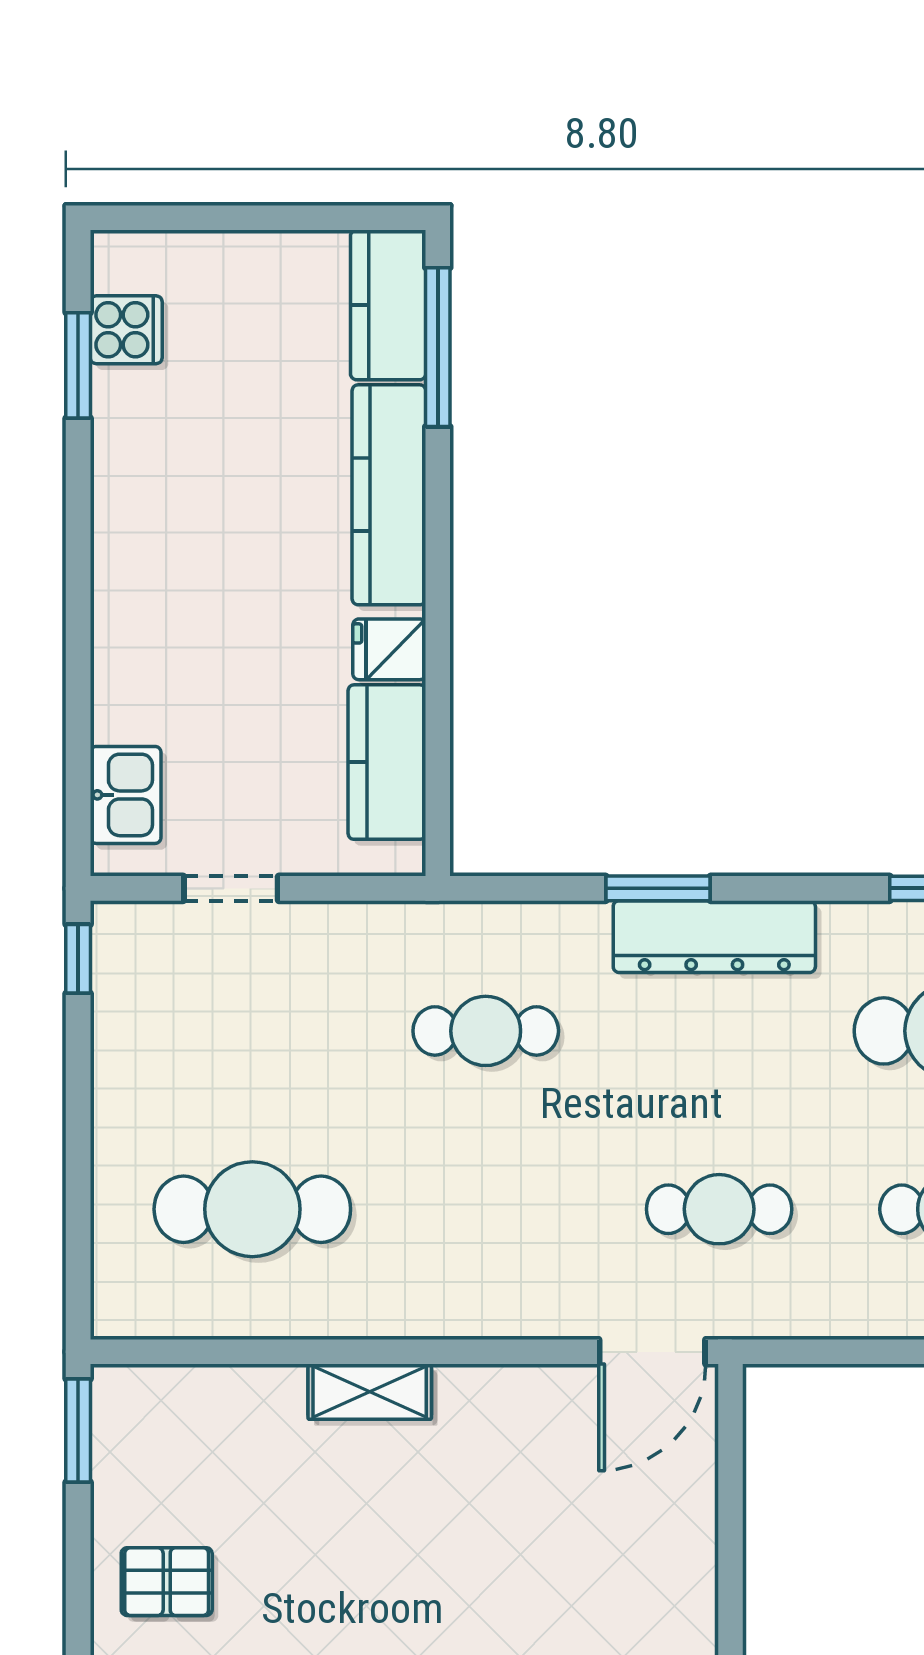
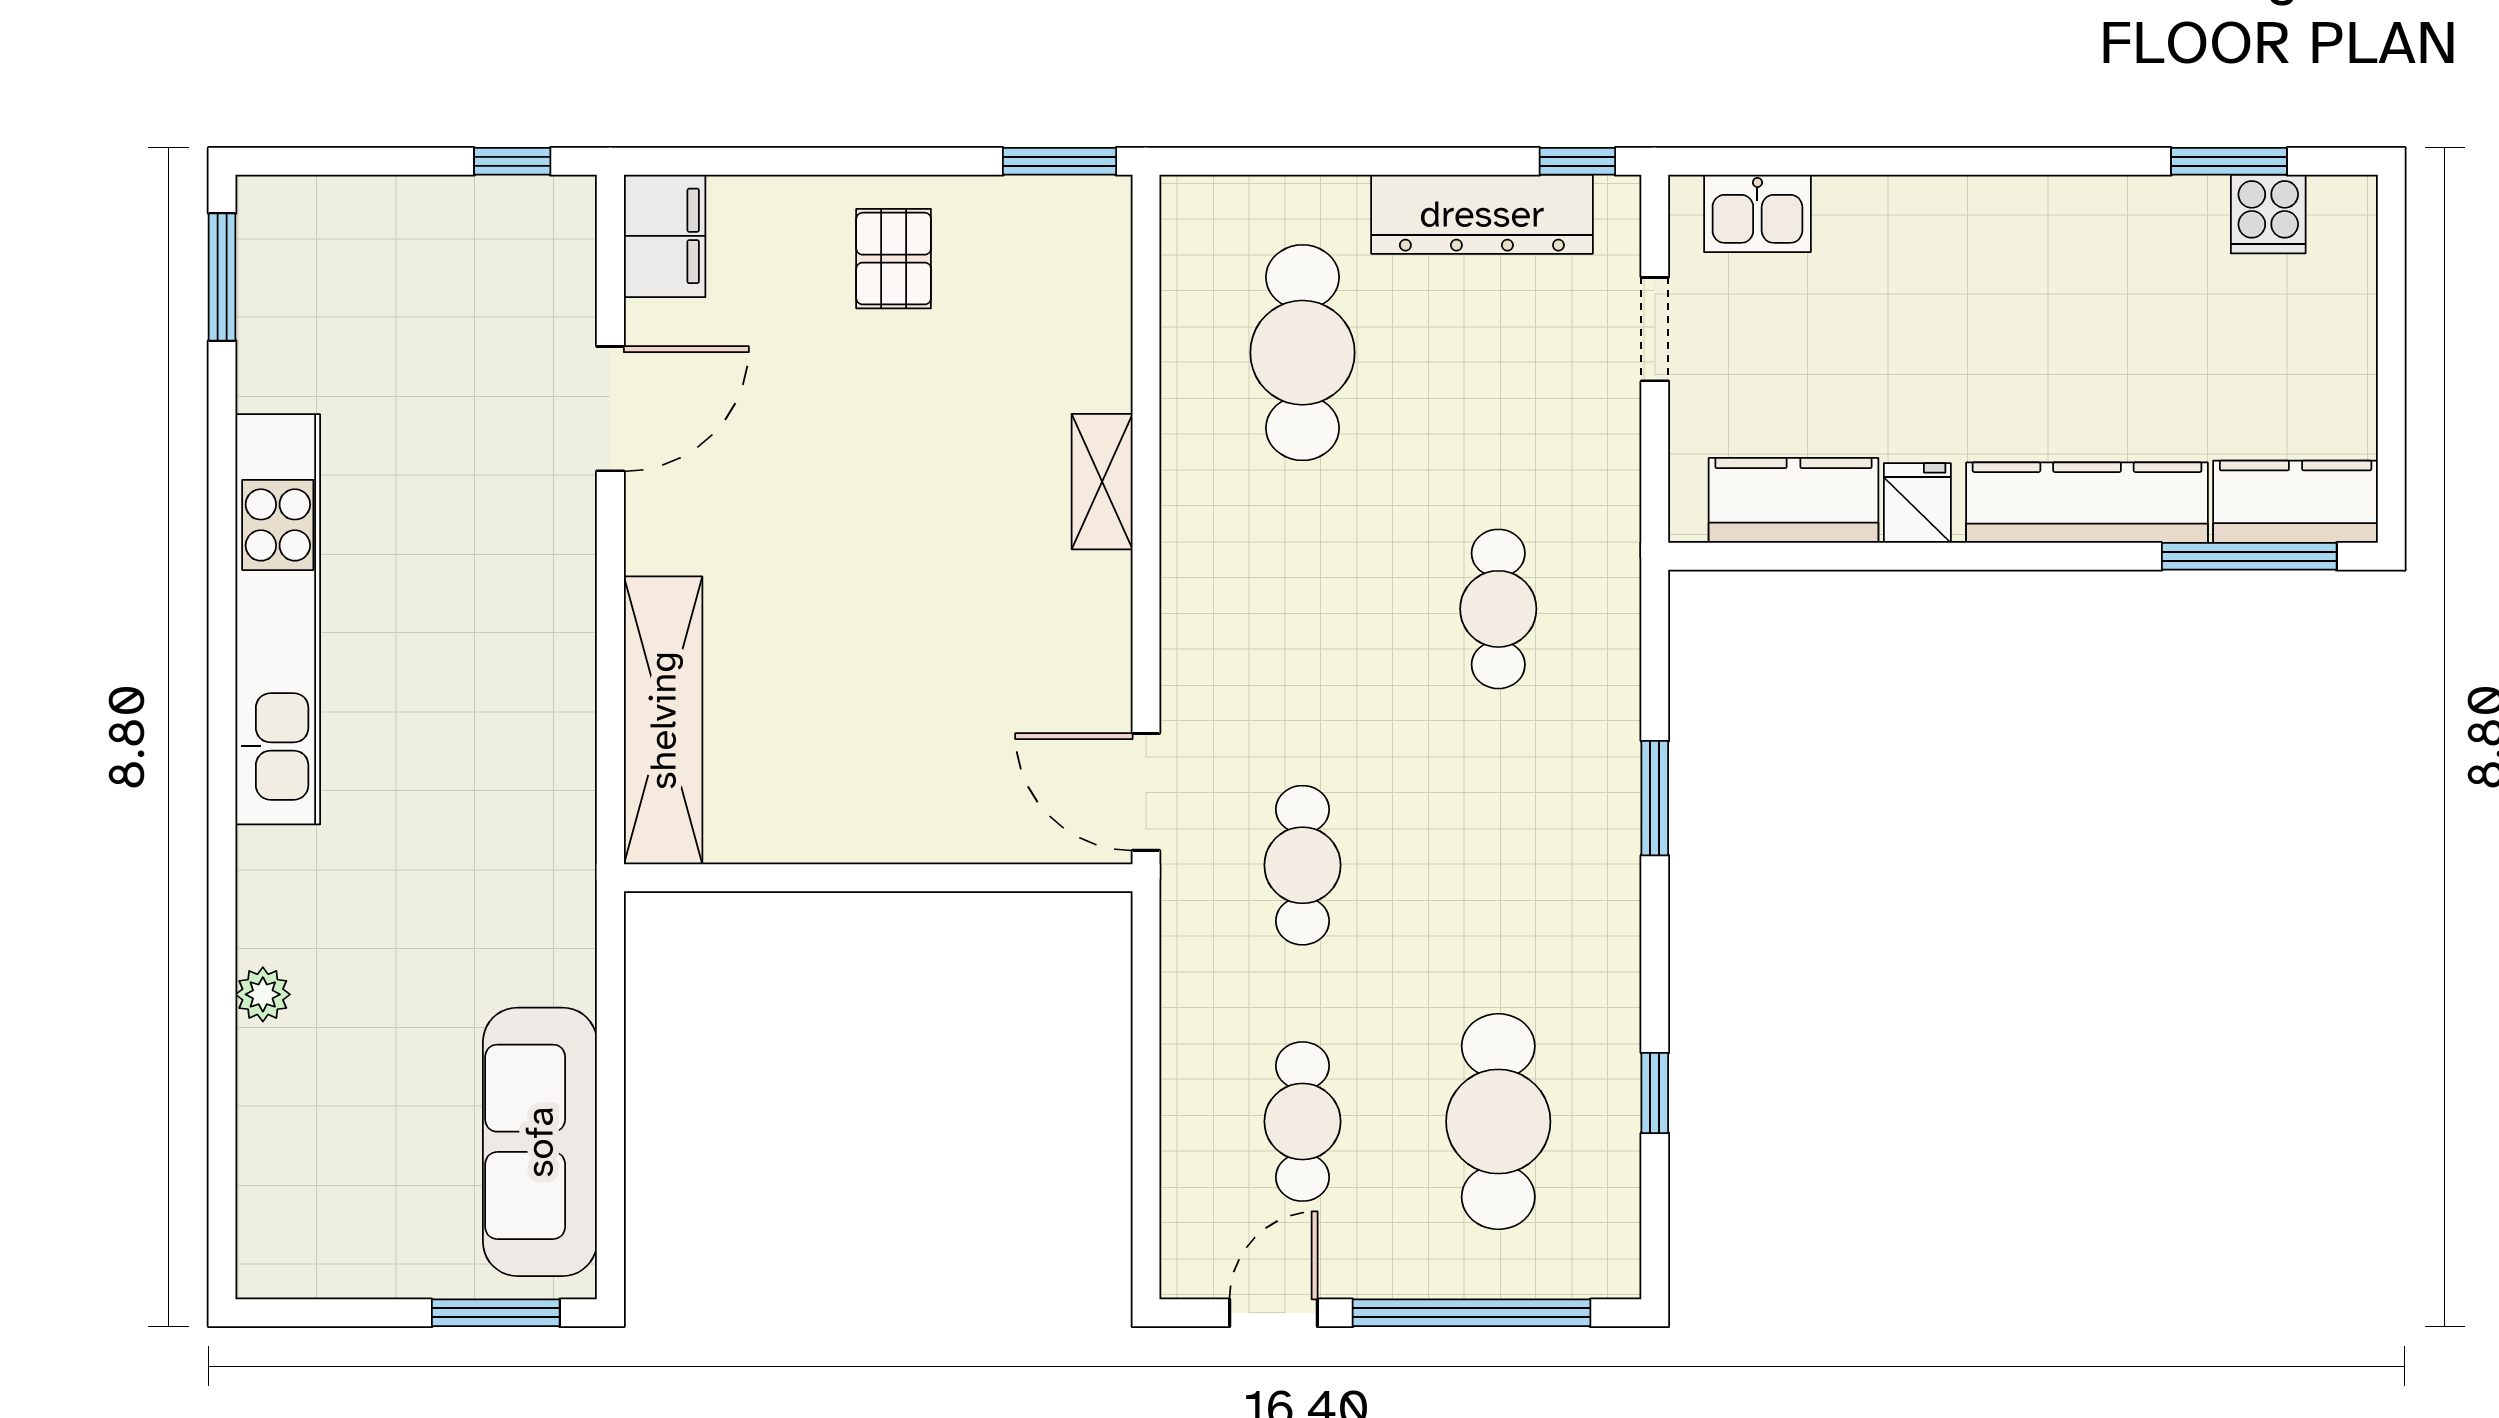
dresser: (714, 937) -> (1482, 214), moved, turned -90

